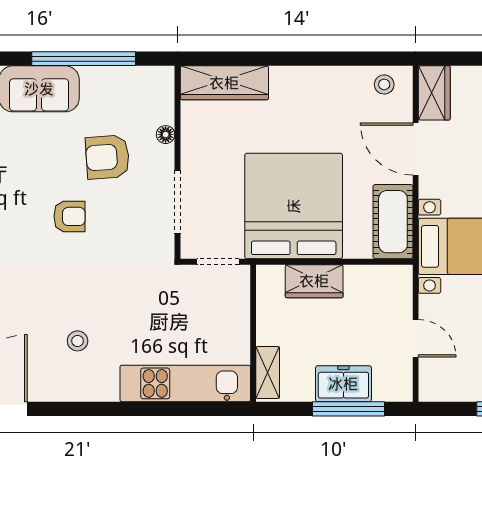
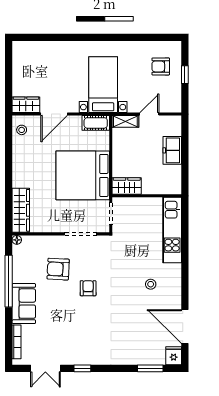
floor lamp: (166, 135) -> (17, 240), moved
armchair: (107, 157) -> (58, 269), turned 97
cot: (393, 222) -> (96, 123), width x0.73, depth x0.75
wardrobe: (314, 281) -> (127, 186), moved, turned -90
shelving: (268, 372) -> (125, 121), moved
window: (349, 409) -> (185, 148), removed

